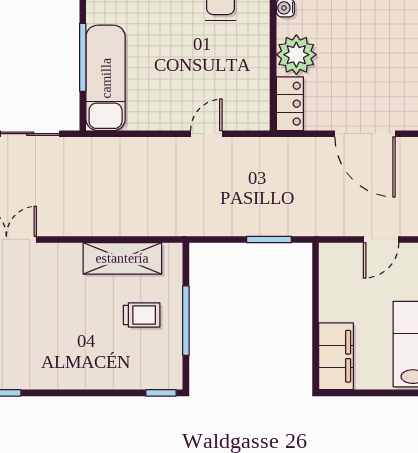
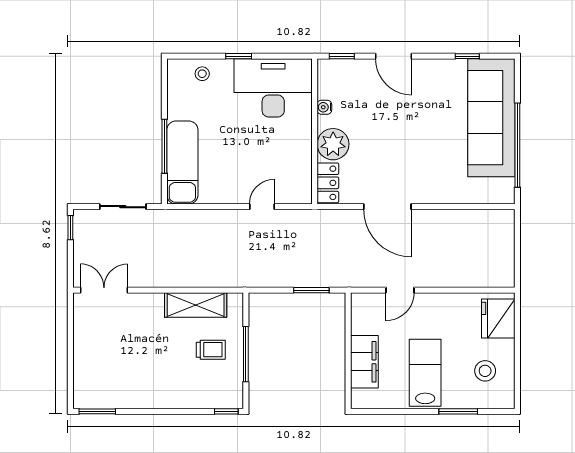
filing cabinet: (336, 356) -> (364, 362), moved

